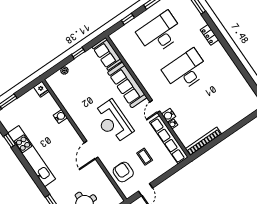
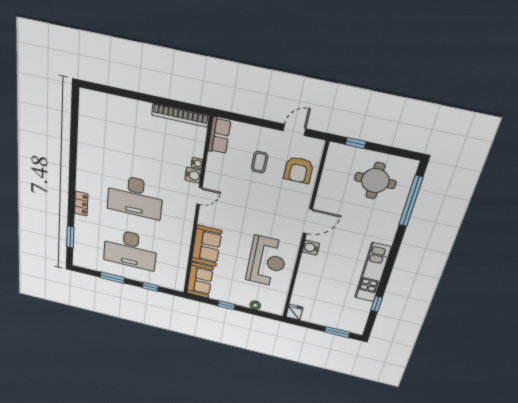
sofa: (127, 85) -> (207, 246), width x0.73
water cooler: (60, 116) -> (311, 248), moved
reception desk: (113, 122) -> (267, 261), moved
row of seats: (169, 140) -> (219, 136), width x0.50
kitchen unit: (32, 156) -> (373, 273), width x0.73

